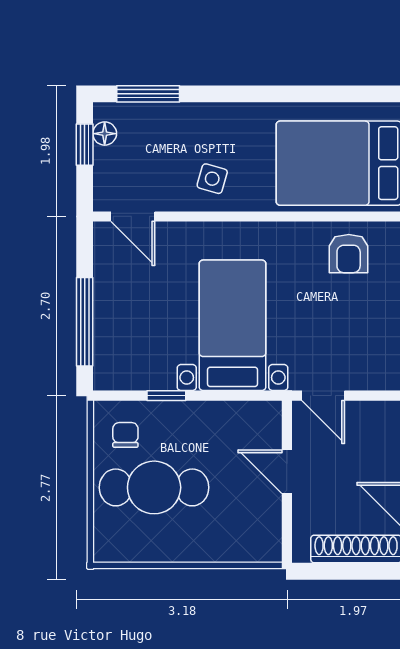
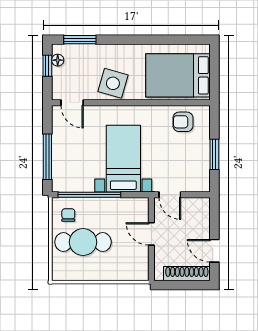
side table: (212, 179) -> (113, 83), width x1.87, depth x1.87
armchair: (349, 254) -> (183, 122), turned 90
window: (166, 396) -> (89, 195), width x3.17

